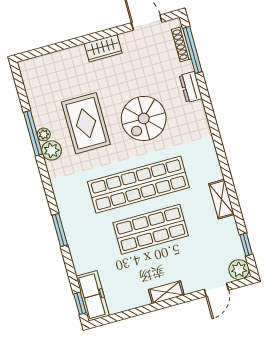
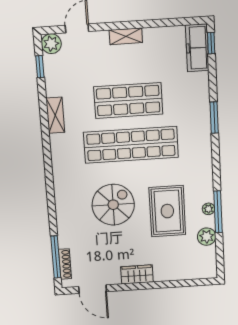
dresser: (191, 87) -> (64, 224), removed
plant: (51, 150) -> (207, 237), moved

